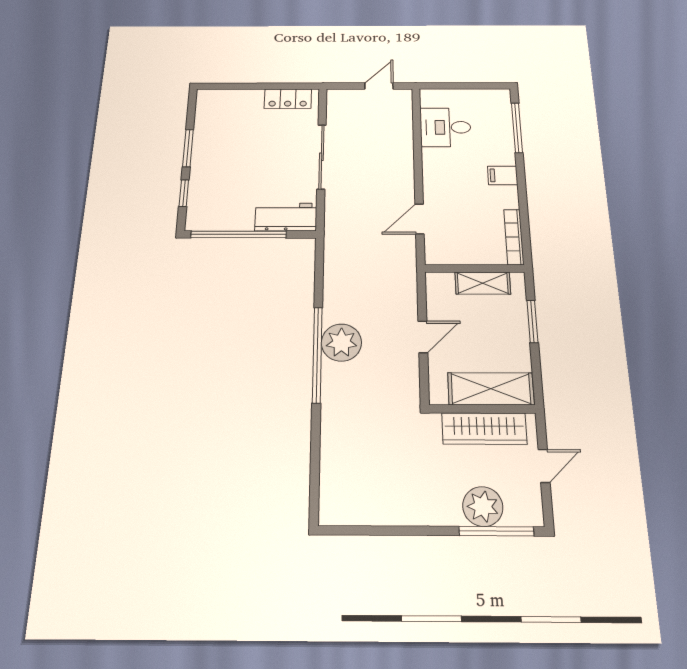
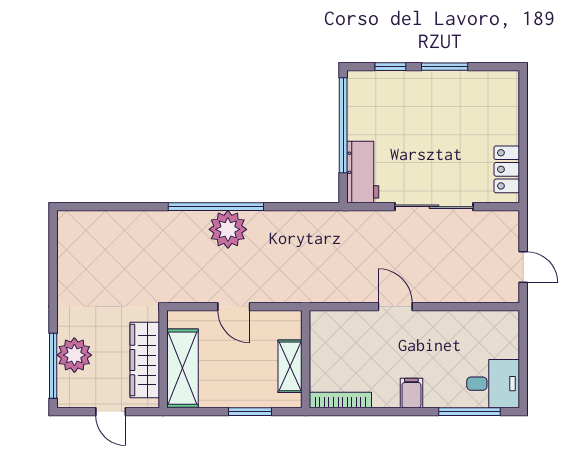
desk: (445, 127) -> (493, 384), moved, turned 90
door: (420, 219) -> (395, 307), moved

